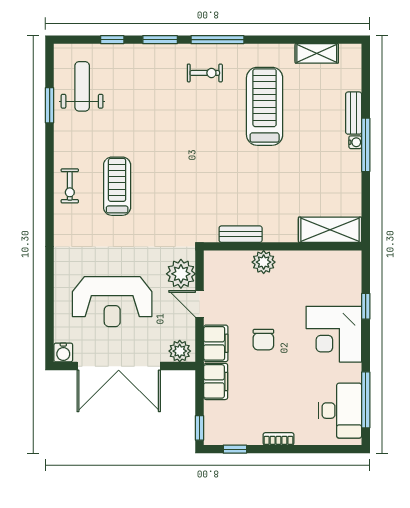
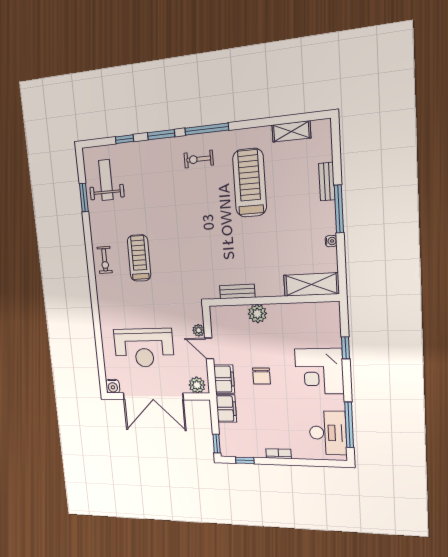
exercise bike: (205, 73) -> (199, 159), turned 180
water cooler: (355, 142) -> (331, 241), moved
plant: (181, 274) -> (199, 330), width x0.53, depth x0.53

